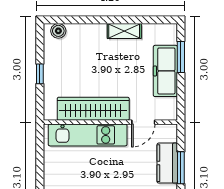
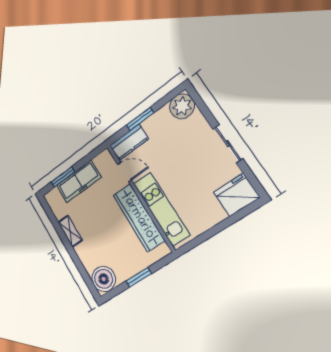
boiler: (58, 31) -> (104, 279), width x1.86, depth x1.86
window: (40, 74) -> (139, 277), width x1.50
kitchen counter: (167, 163) -> (129, 142), moved

